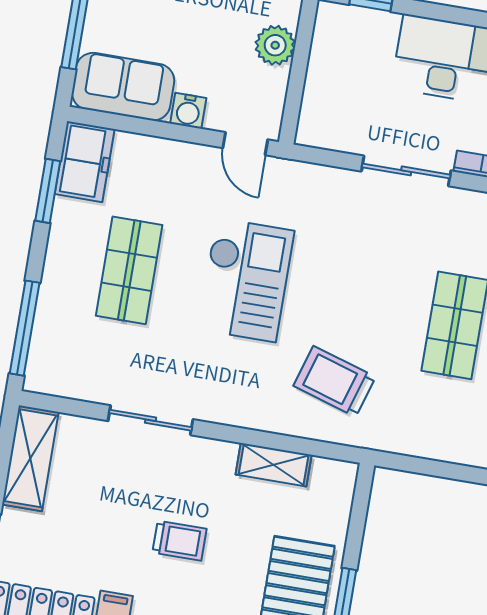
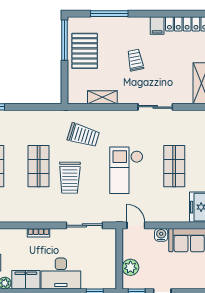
sliding door: (406, 171) -> (84, 225), moved
trolley: (384, 285) -> (70, 178), added
trolley: (179, 541) -> (135, 60), turned 79

